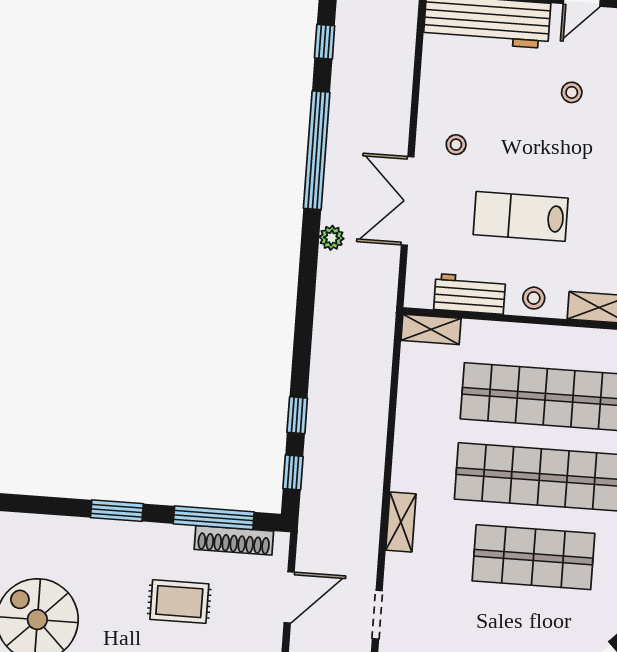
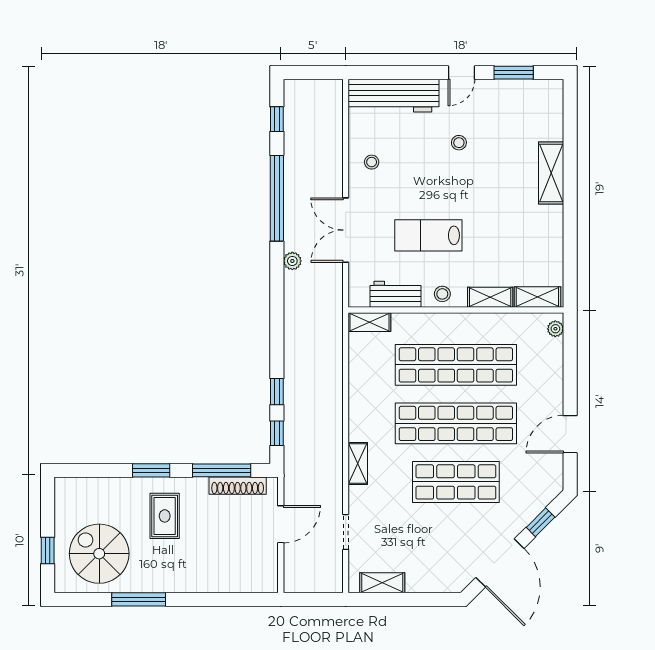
stool: (456, 145) -> (372, 162), moved
rug: (179, 602) -> (165, 516), moved, turned 90

